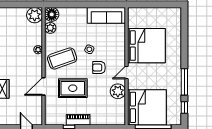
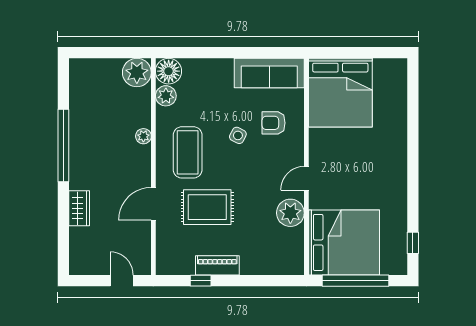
bed: (146, 46) -> (340, 93), moved, turned 90
coffee table: (62, 58) -> (188, 152), turned -71
armchair: (99, 68) -> (274, 123), moved
window: (184, 82) -> (413, 196), removed

